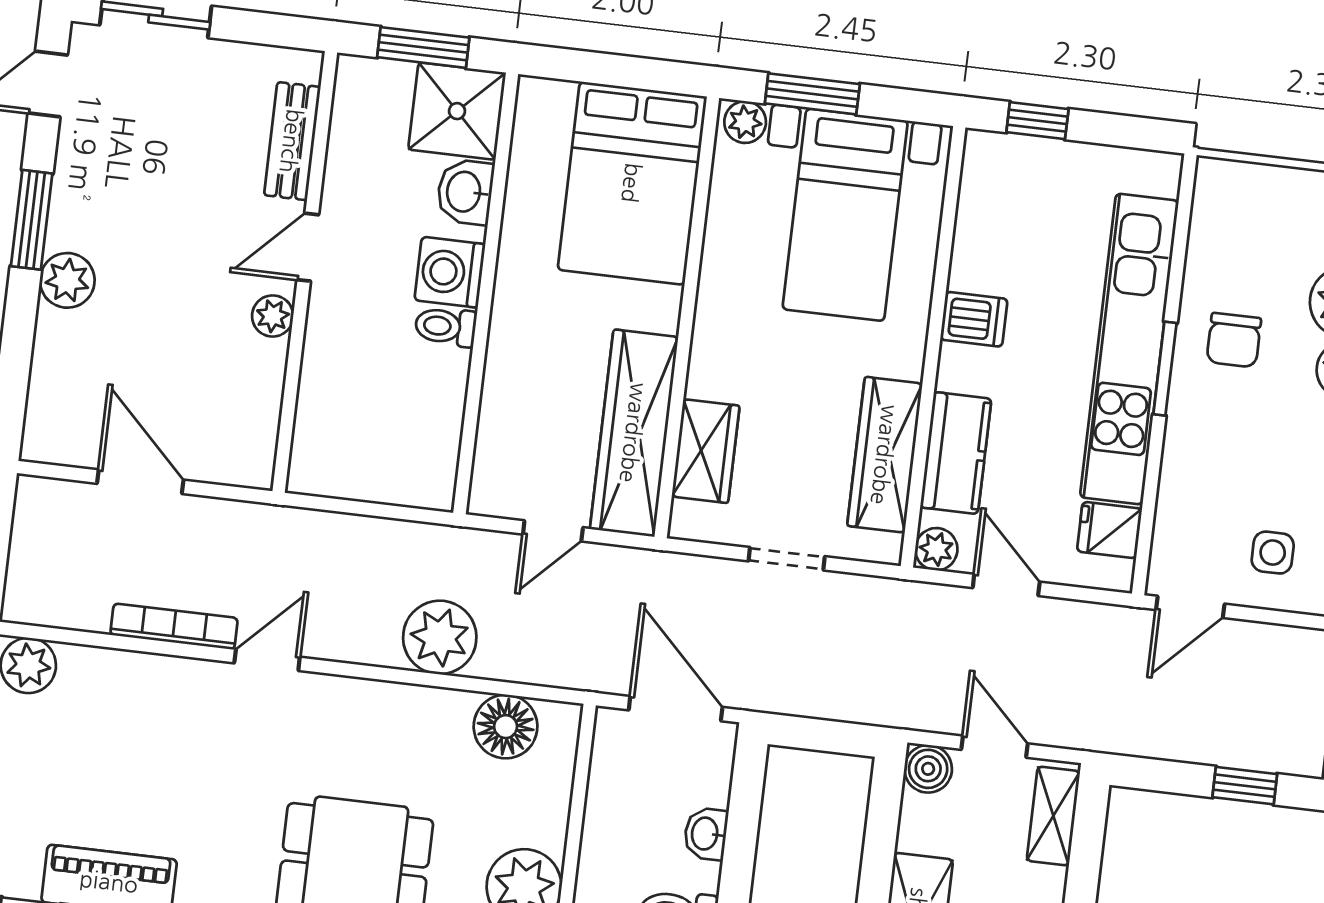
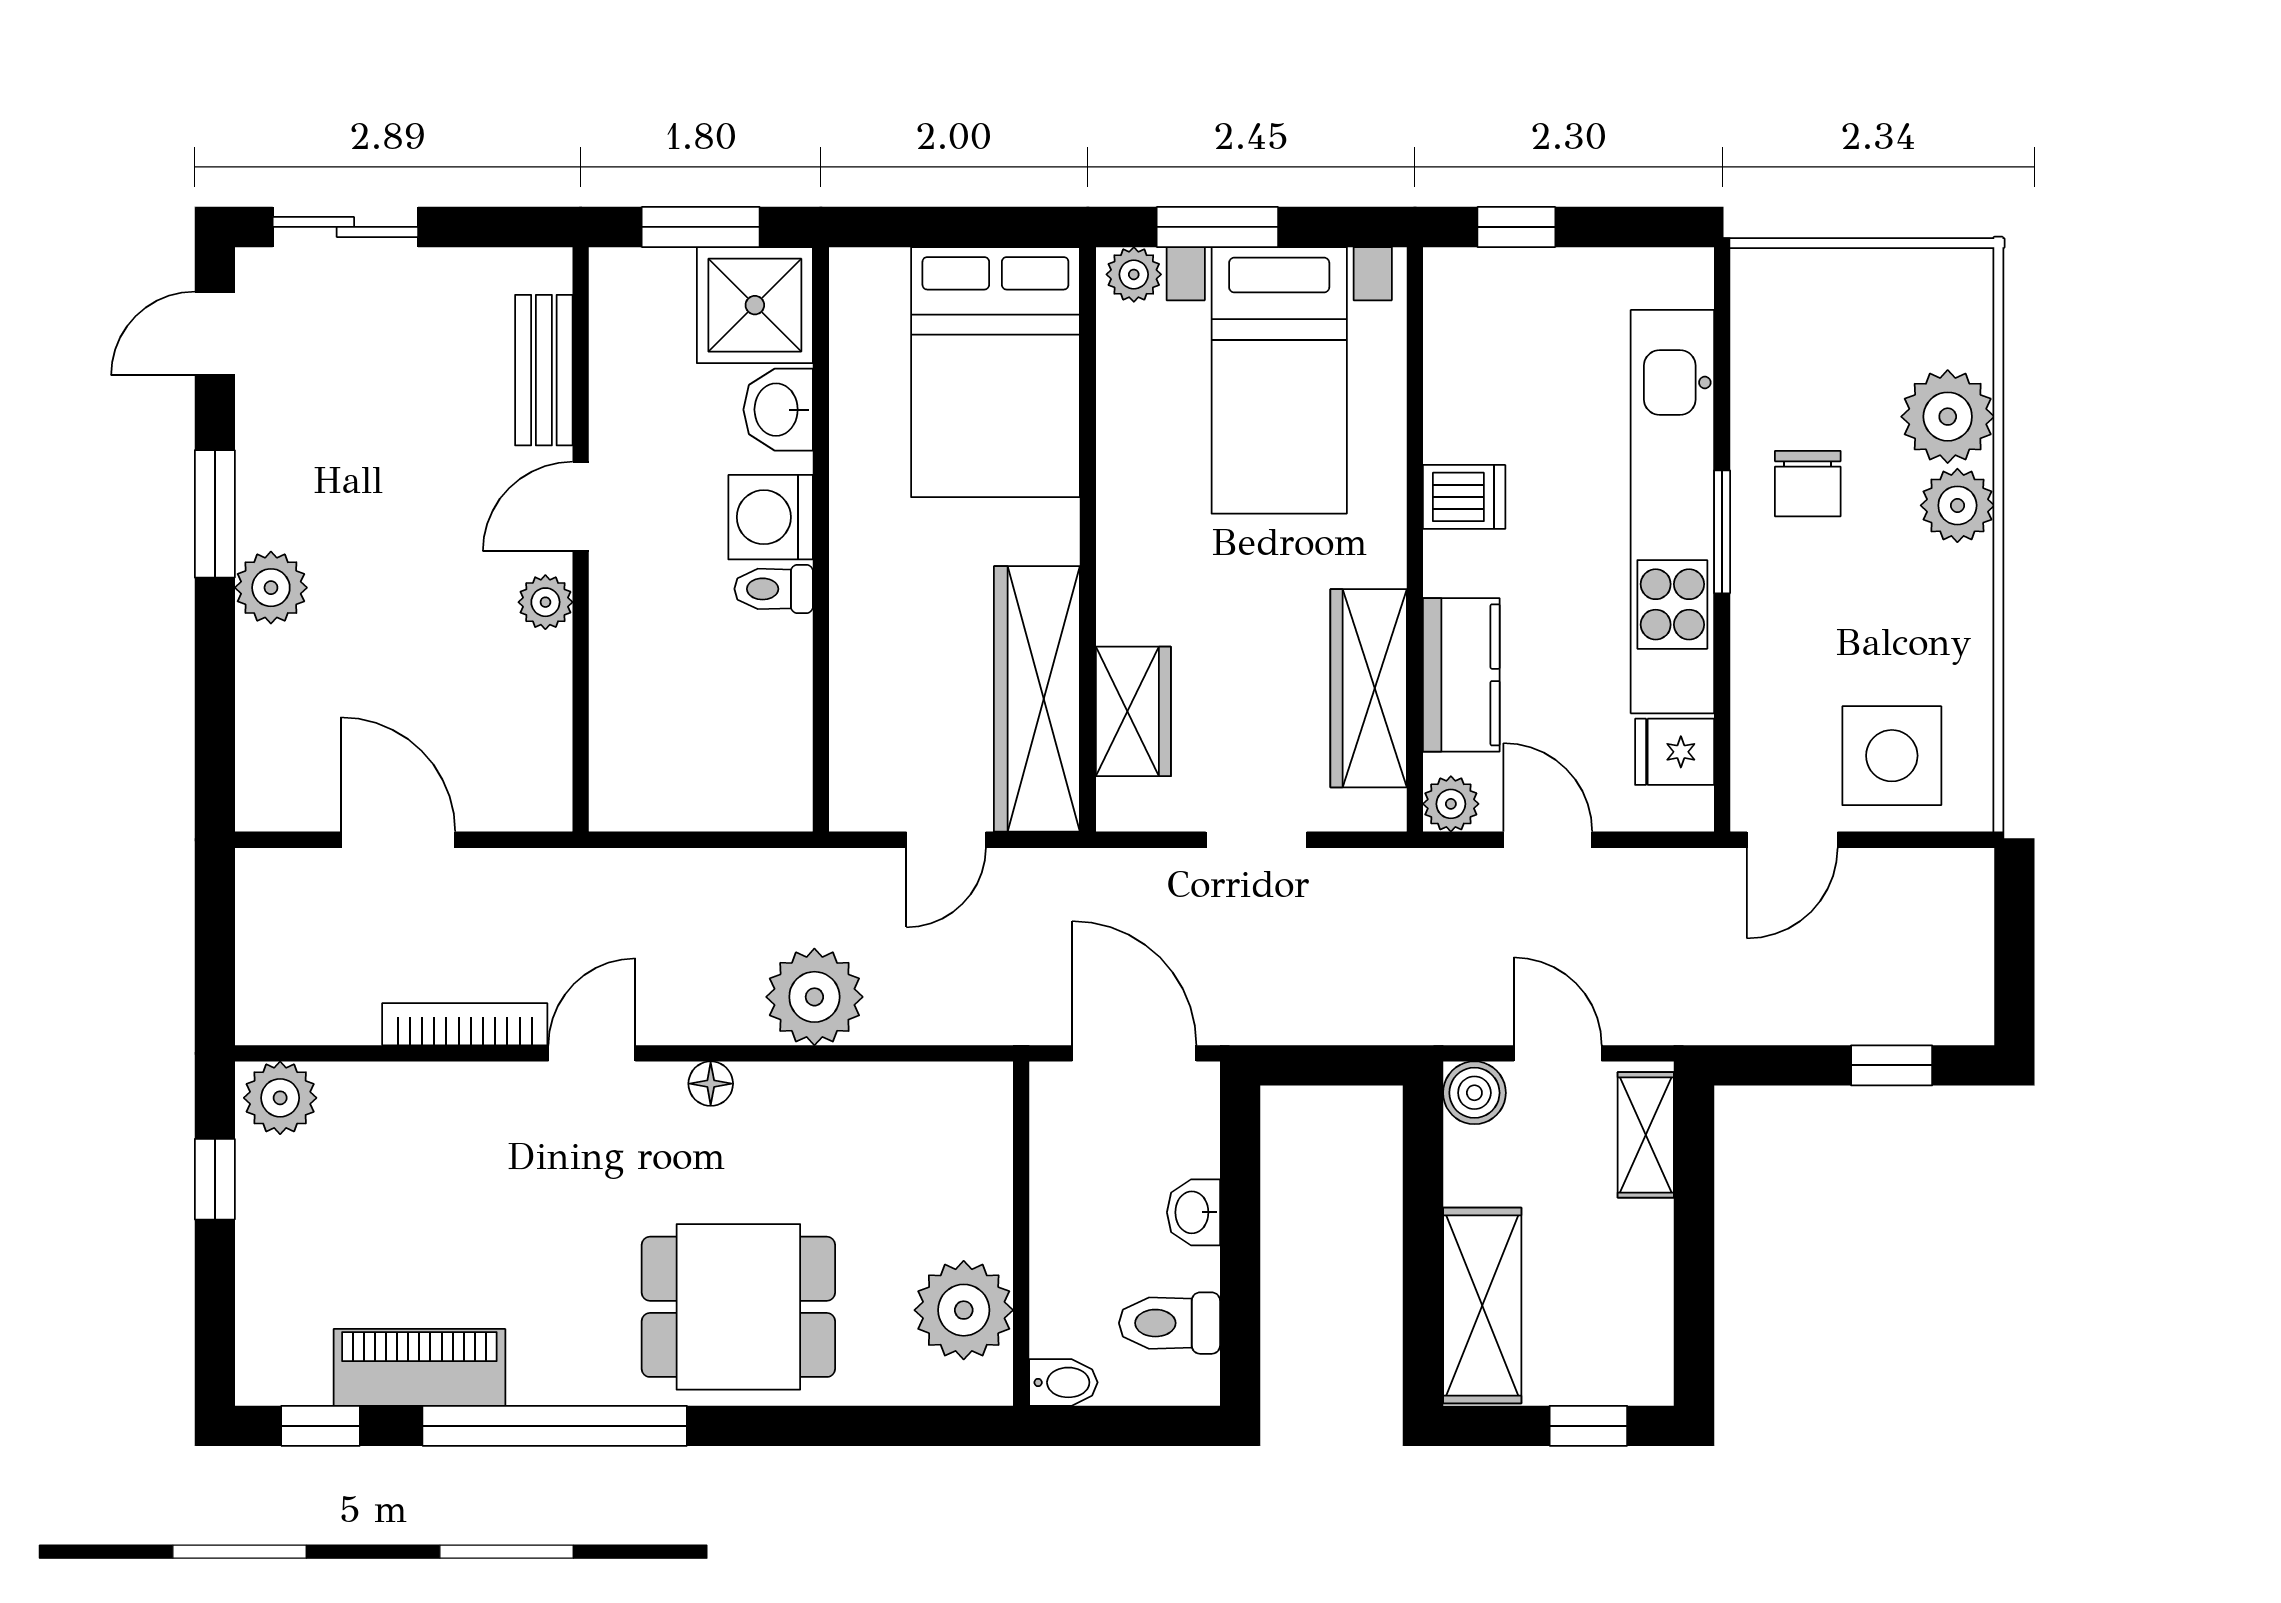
side table: (1273, 553) -> (1892, 756), width x1.87, depth x1.87
floor lamp: (506, 727) -> (711, 1084), moved, width x0.53, depth x0.53

